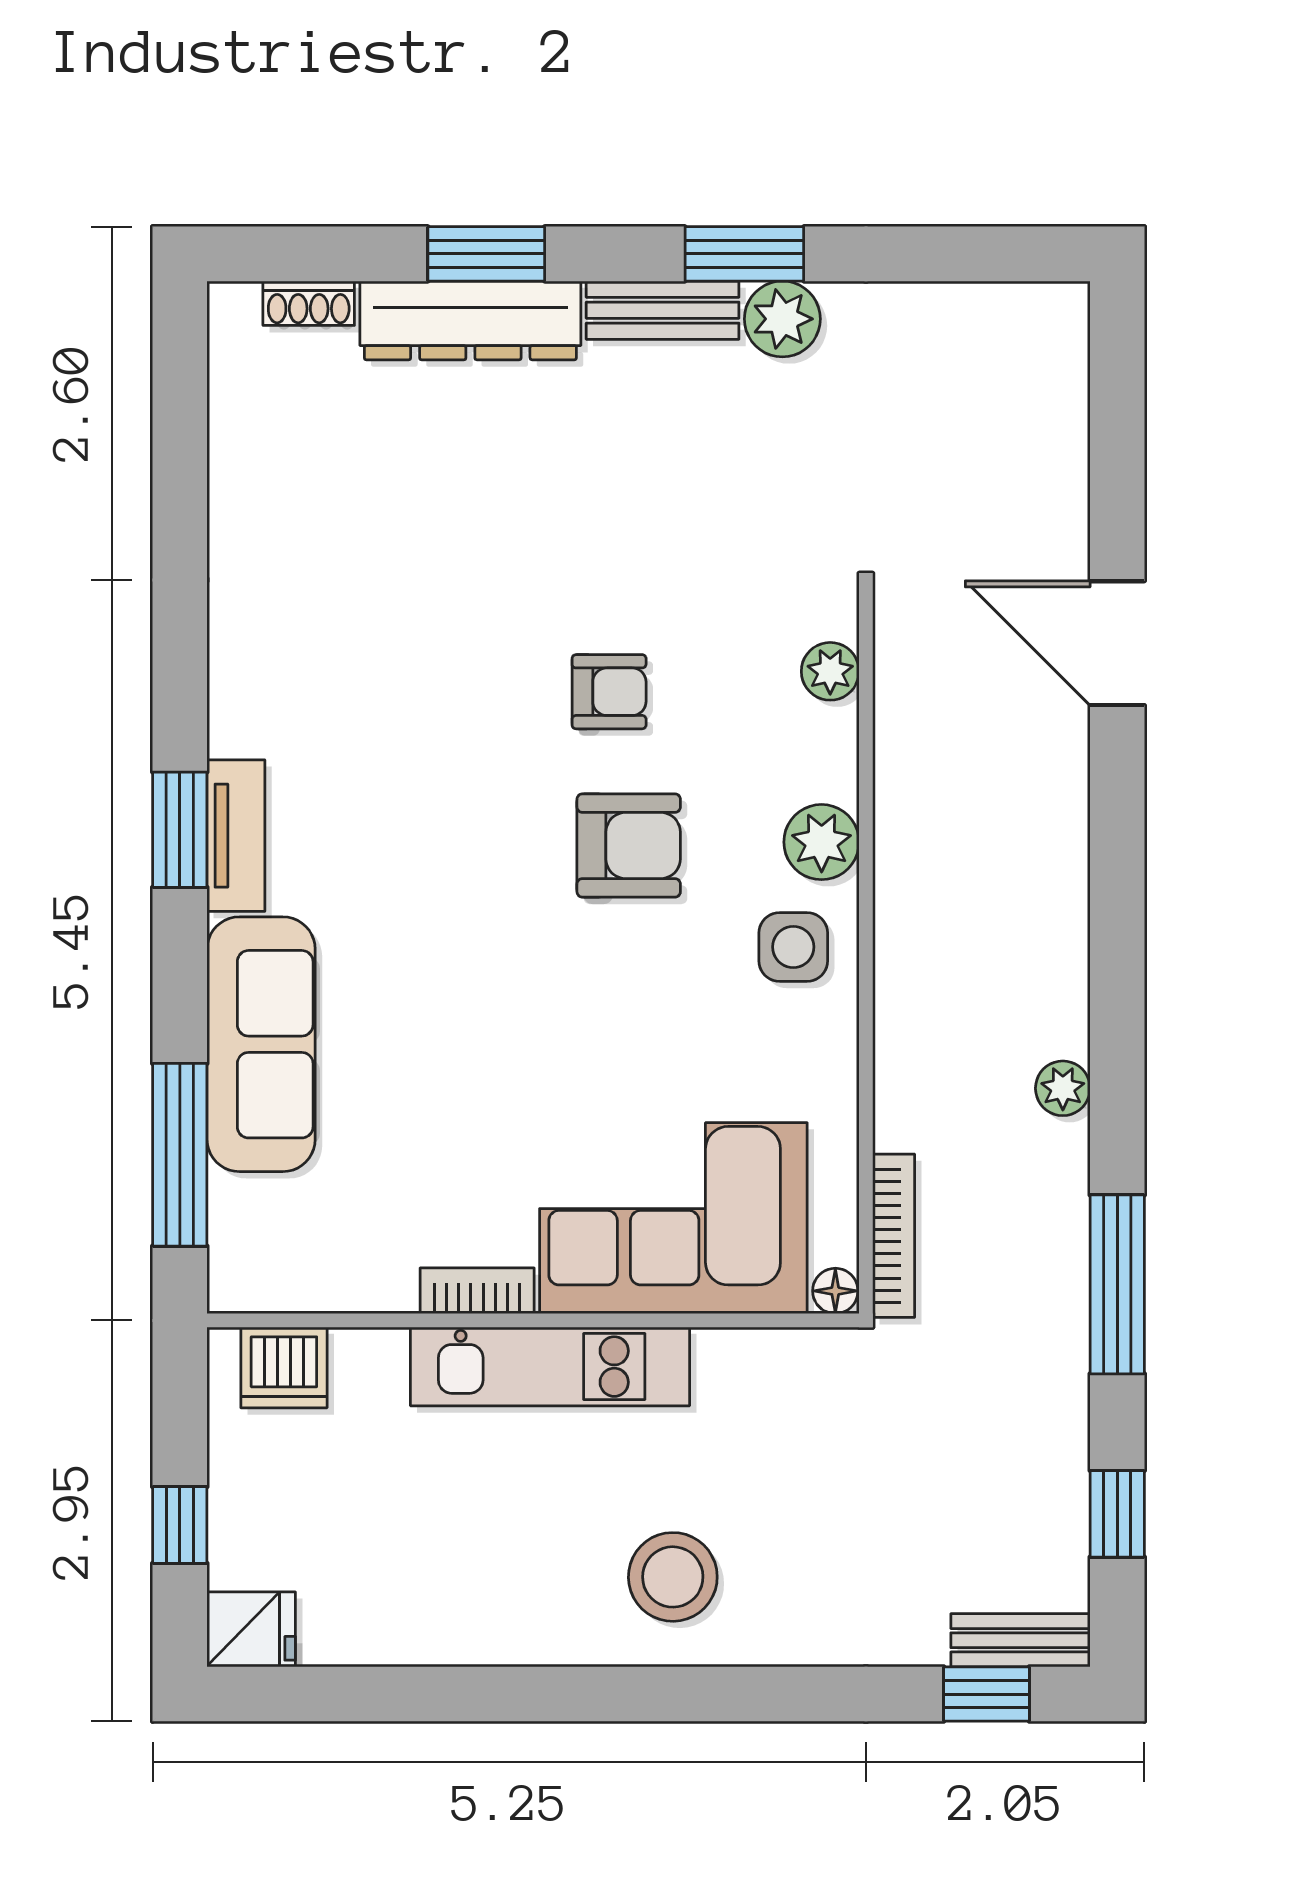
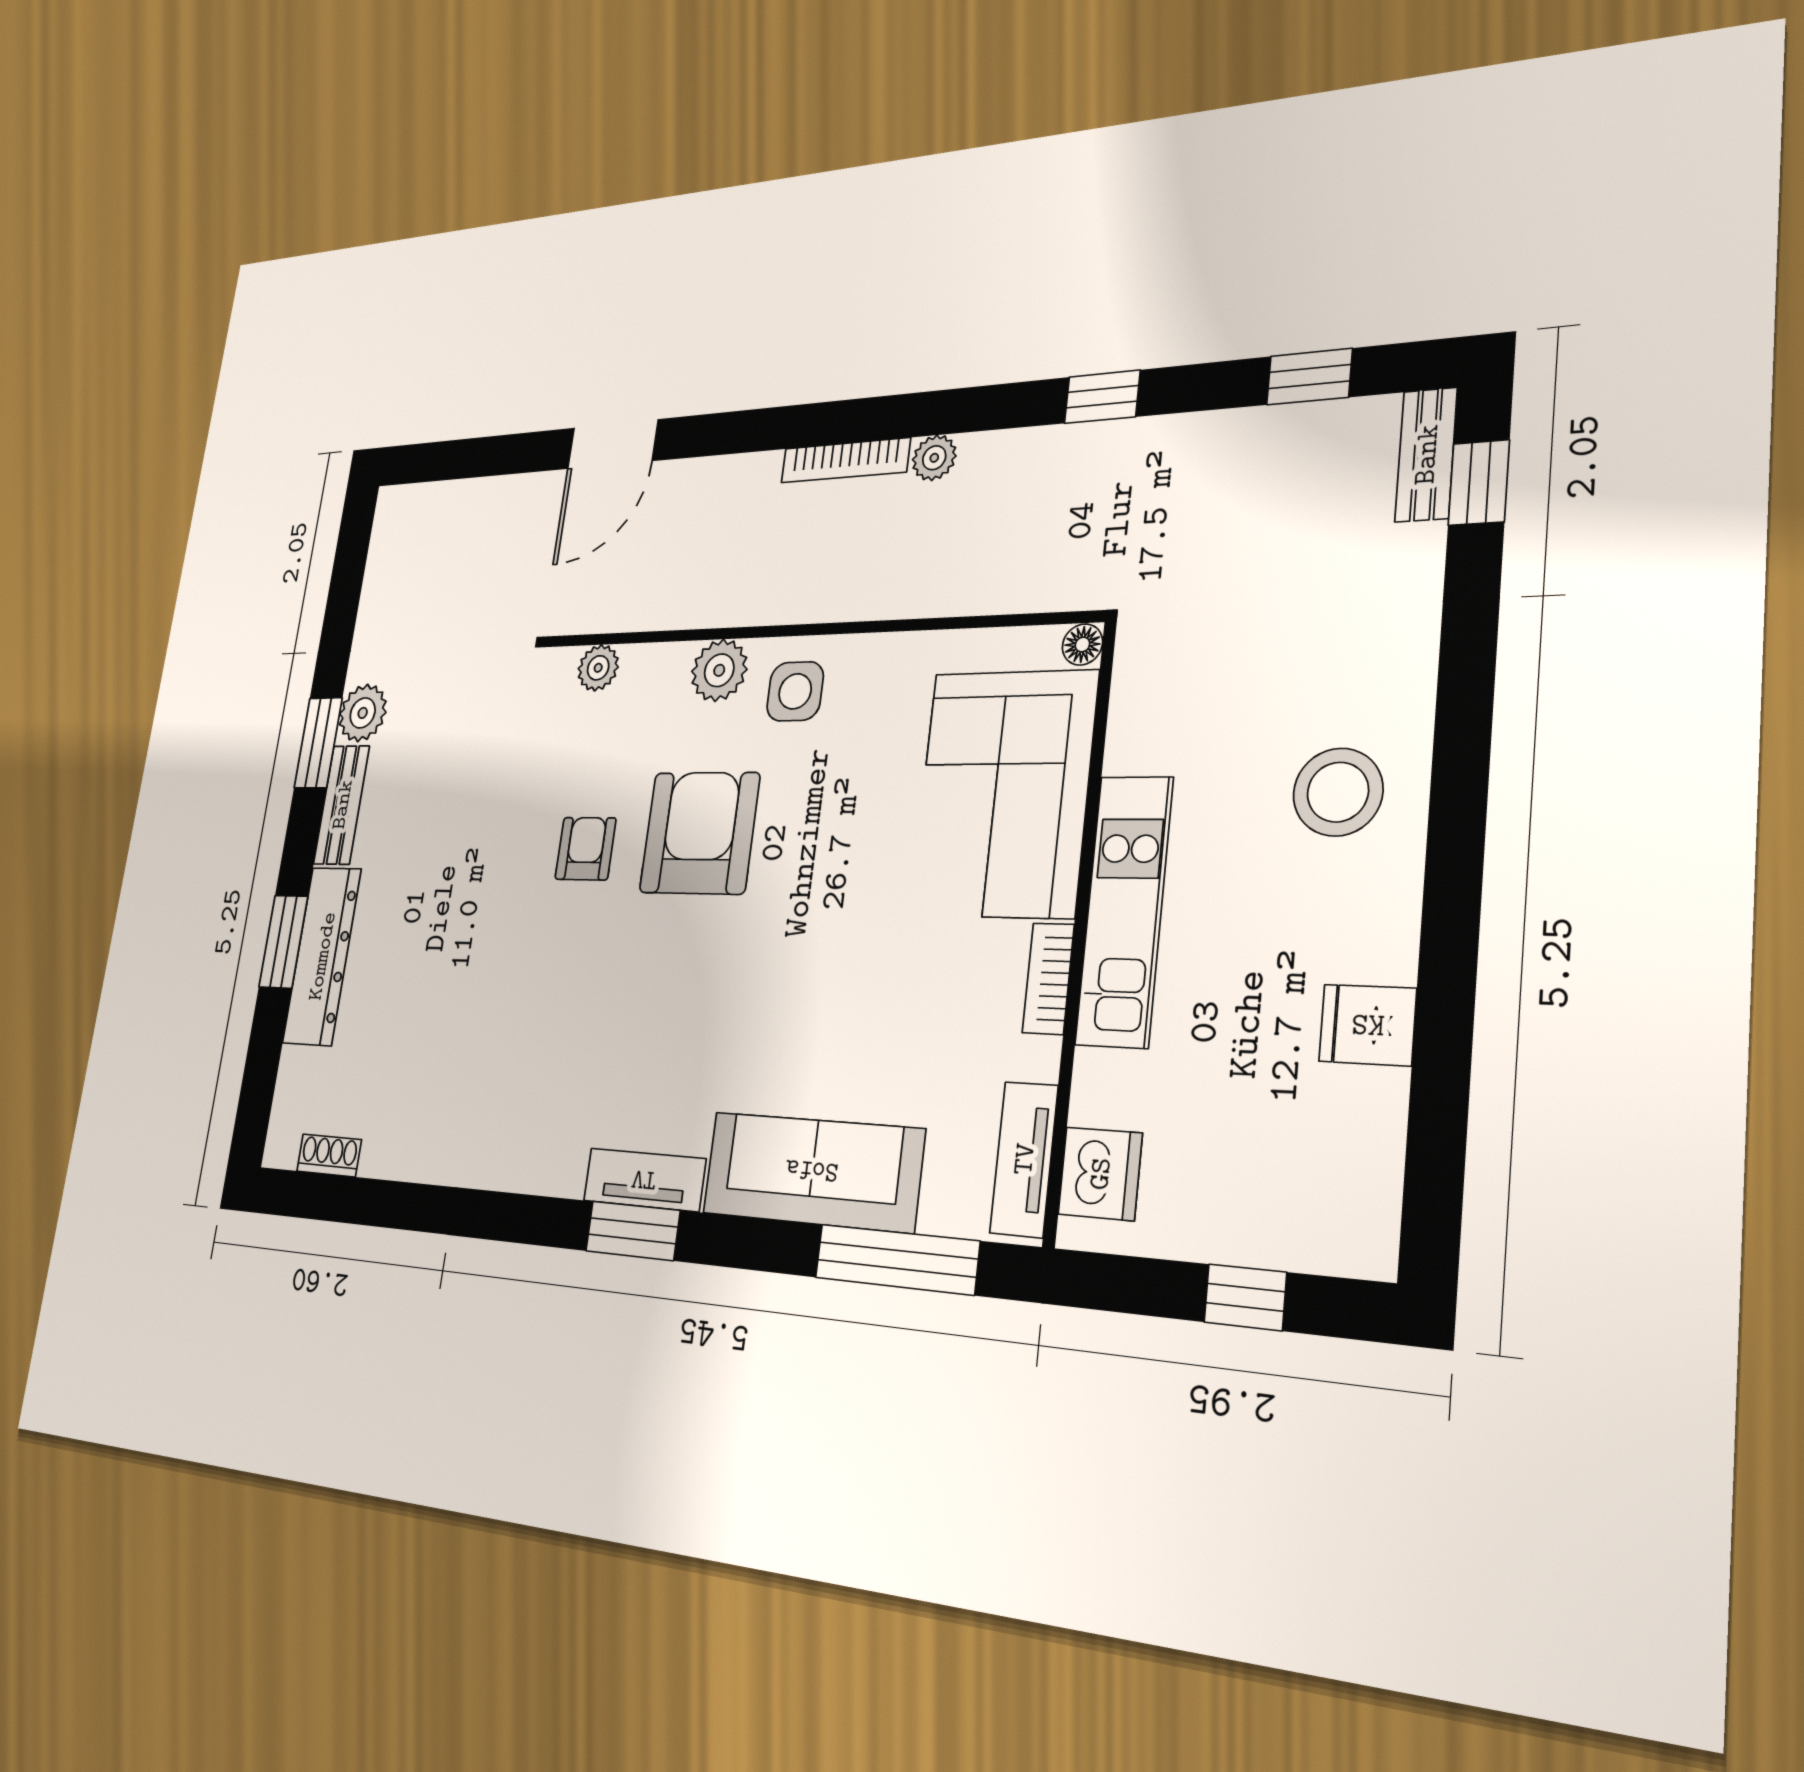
shoe rack: (309, 303) -> (329, 1155), moved, turned -90
armchair: (629, 846) -> (699, 833), width x1.36, depth x1.36
bookcase: (894, 1236) -> (845, 460), moved, turned 180
tv unit: (292, 1284) -> (1024, 1159), added
window: (1117, 1284) -> (1102, 397), width x0.46
fridge: (251, 1629) -> (1368, 1025), moved, turned -90

